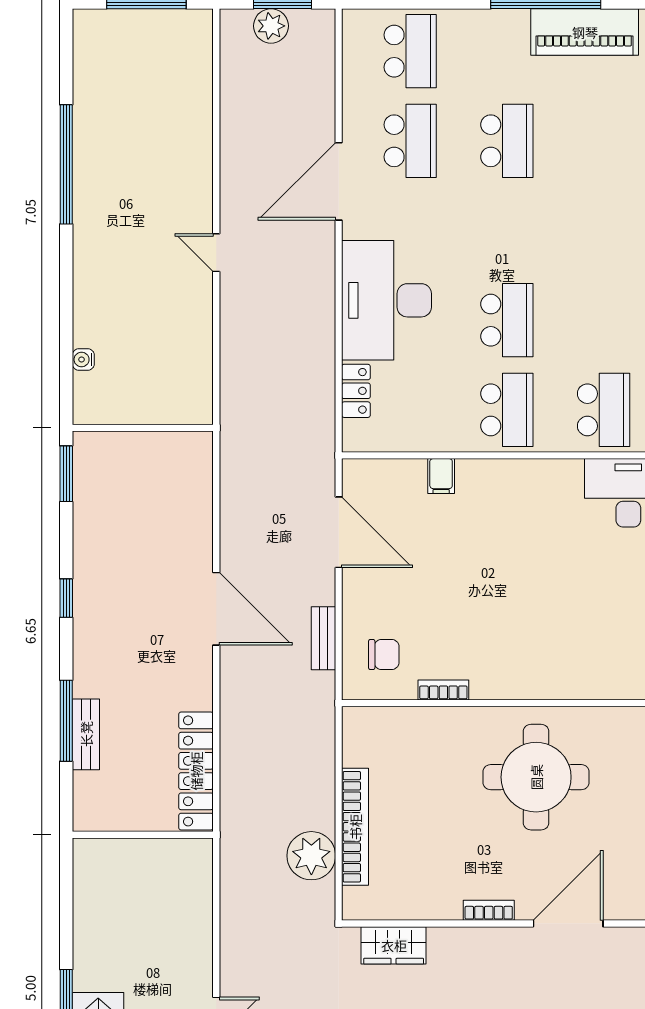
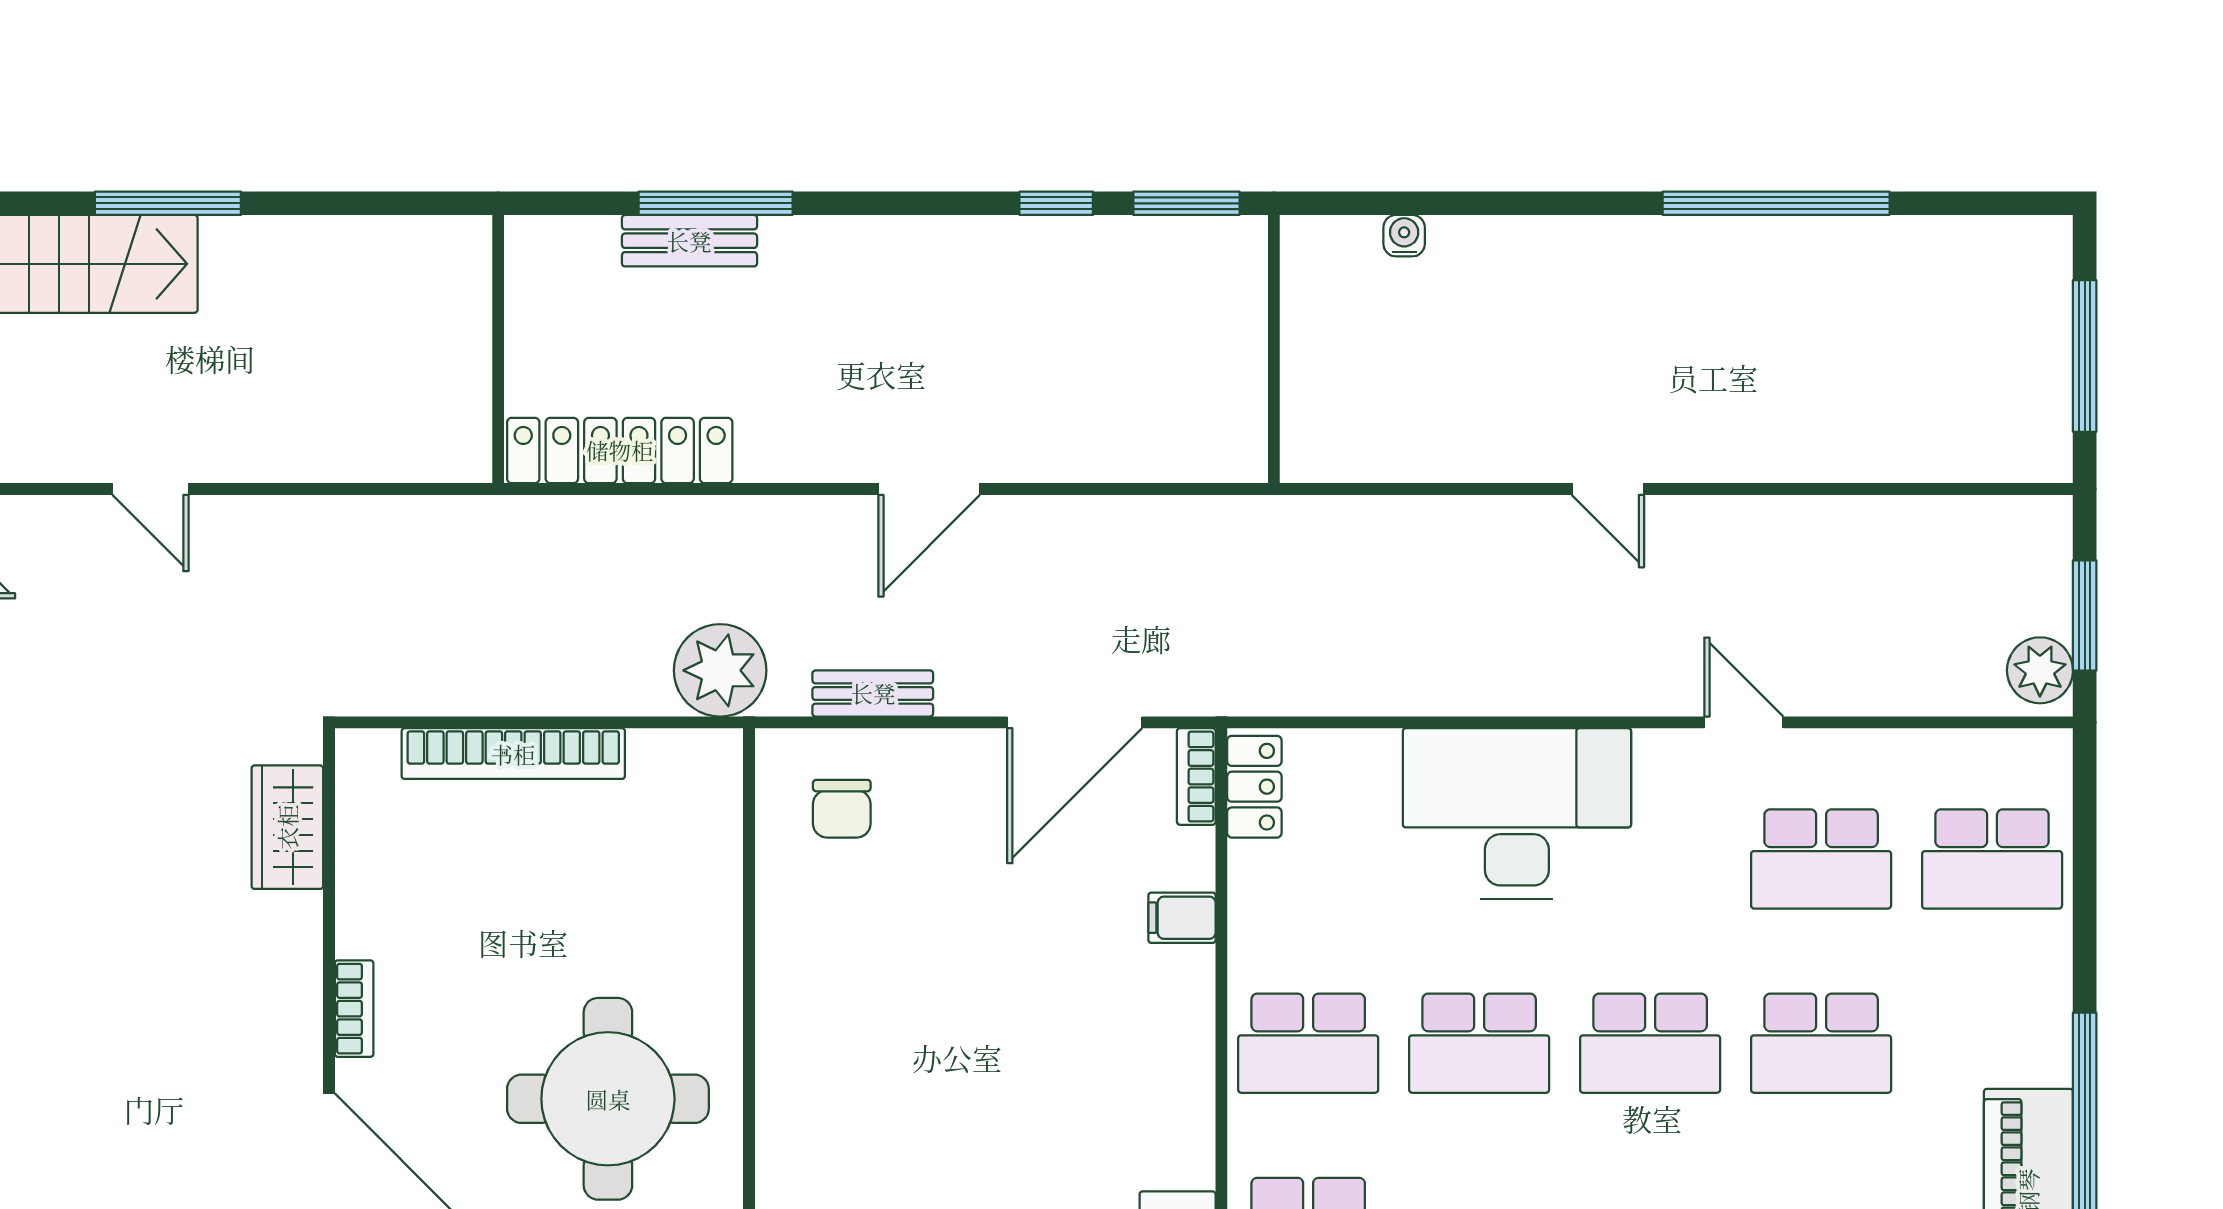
plant: (271, 26) -> (2040, 670), moved
door: (339, 181) -> (1744, 722), width x0.53
school desk: (507, 230) -> (1650, 1043), added
door: (216, 253) -> (1608, 489), swing flipped
locker: (356, 391) -> (1254, 787), moved, turned -90
window: (66, 598) -> (1056, 203), moved
door: (216, 609) -> (929, 489), width x0.73
bookcase: (443, 690) -> (1196, 777), moved, turned 180
plant: (311, 856) -> (720, 670), moved

